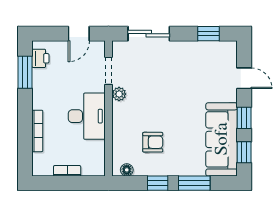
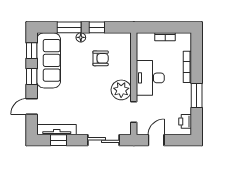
tv unit: (211, 48) -> (57, 130), added
window: (25, 72) -> (197, 95), moved
door: (244, 78) -> (32, 106), hinge flipped
plant: (119, 94) -> (121, 90), width x1.87, depth x1.87
armchair: (153, 142) -> (101, 58), turned 180
floor lamp: (127, 170) -> (81, 37), moved

